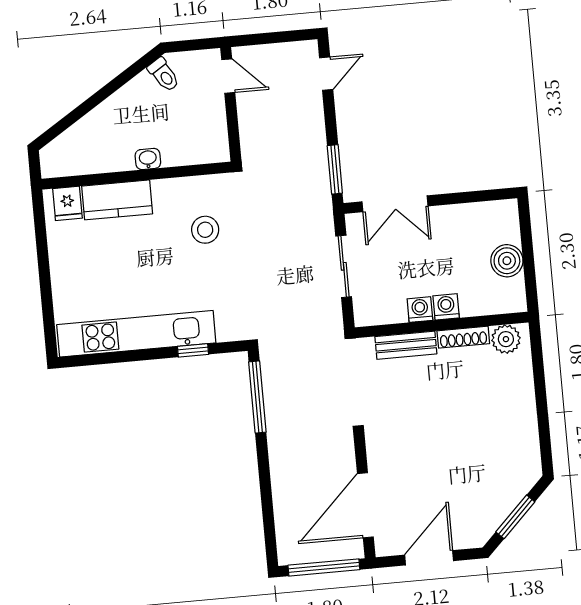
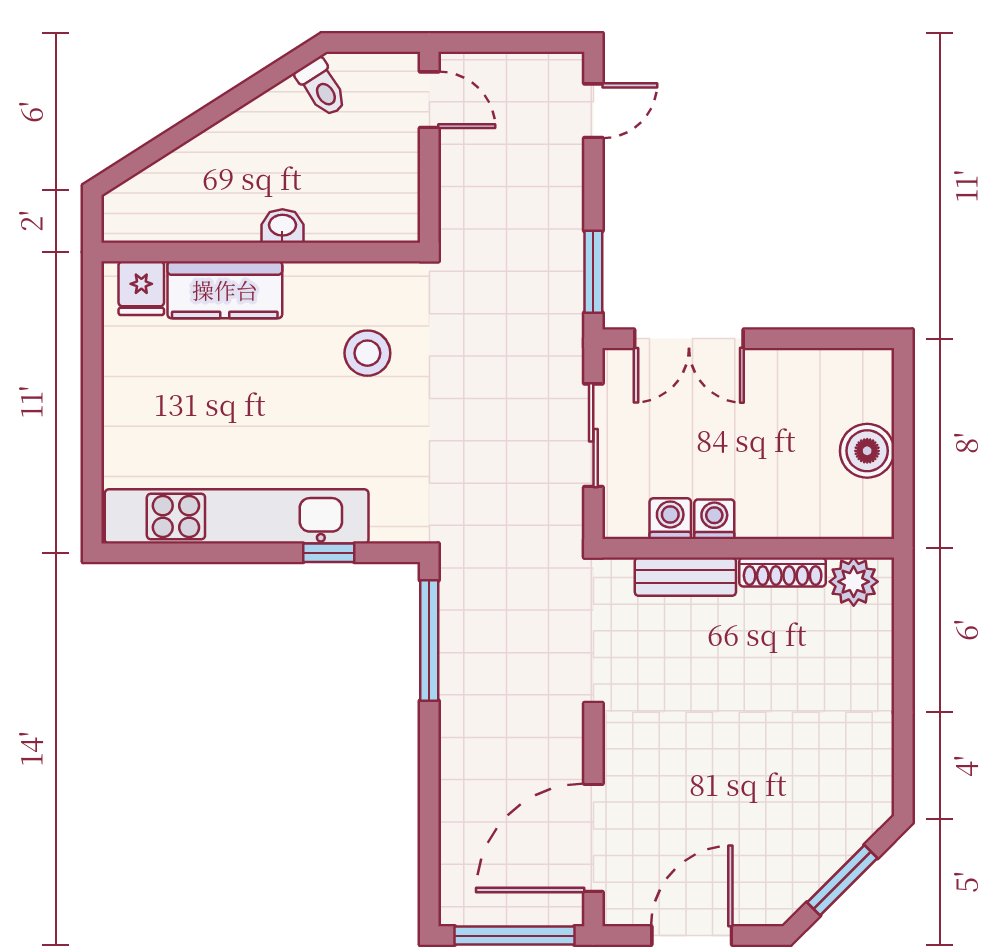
washing machine: (446, 307) -> (670, 519), moved

